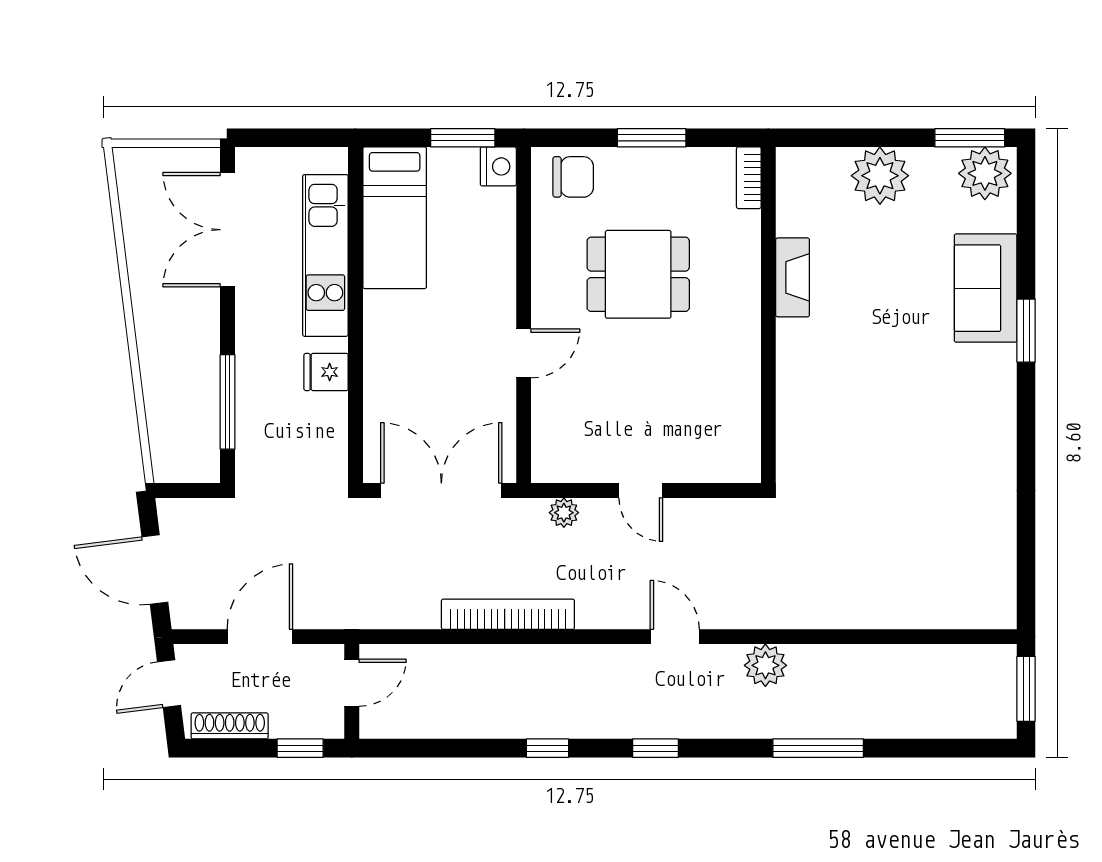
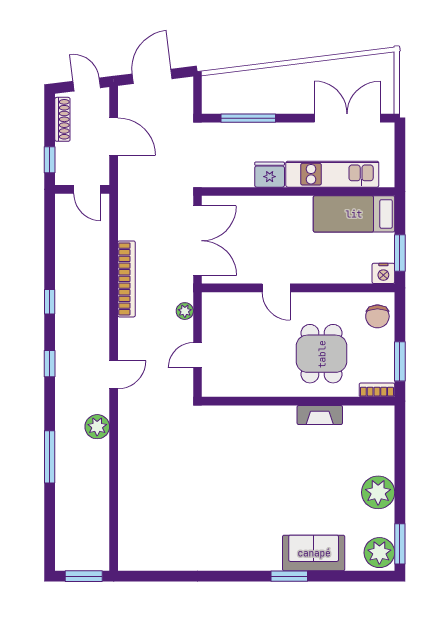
bookcase: (749, 178) -> (377, 390), moved
fireplace: (793, 277) -> (320, 415), moved
wall: (768, 315) -> (298, 401), moved
fridge: (326, 372) -> (270, 175), width x1.38

